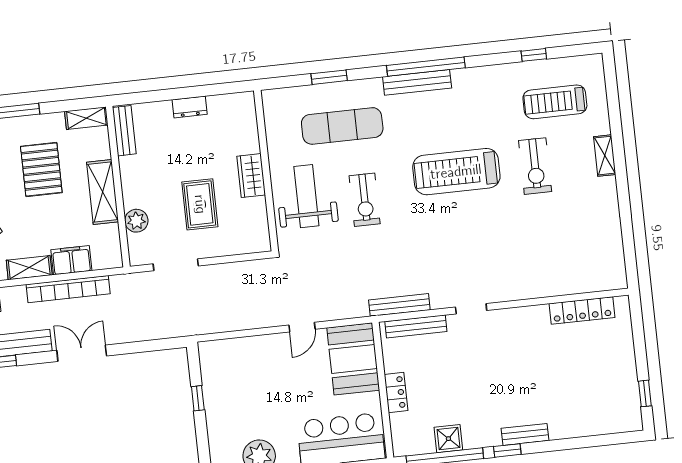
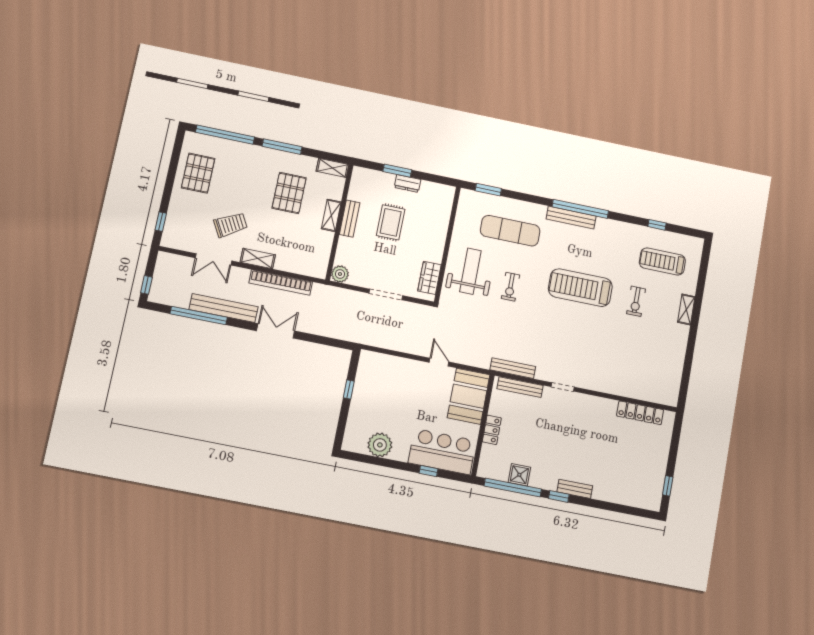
window: (329, 77) -> (488, 190), moved
window: (171, 94) -> (397, 171), added
bench: (124, 131) -> (350, 219), moved
exercise bike: (535, 166) -> (636, 301), width x0.73, depth x0.72
wardrobe: (251, 176) -> (429, 278), moved
shelving: (103, 192) -> (331, 215), width x0.67, depth x0.75
exercise bike: (365, 200) -> (510, 287), width x0.73, depth x0.72
rug: (200, 204) -> (391, 222), moved
plant: (136, 221) -> (340, 274), moved
filing cabinet: (71, 260) -> (290, 263), removed
doorway: (176, 265) -> (386, 294), moved
door: (302, 327) -> (439, 362), swing flipped

